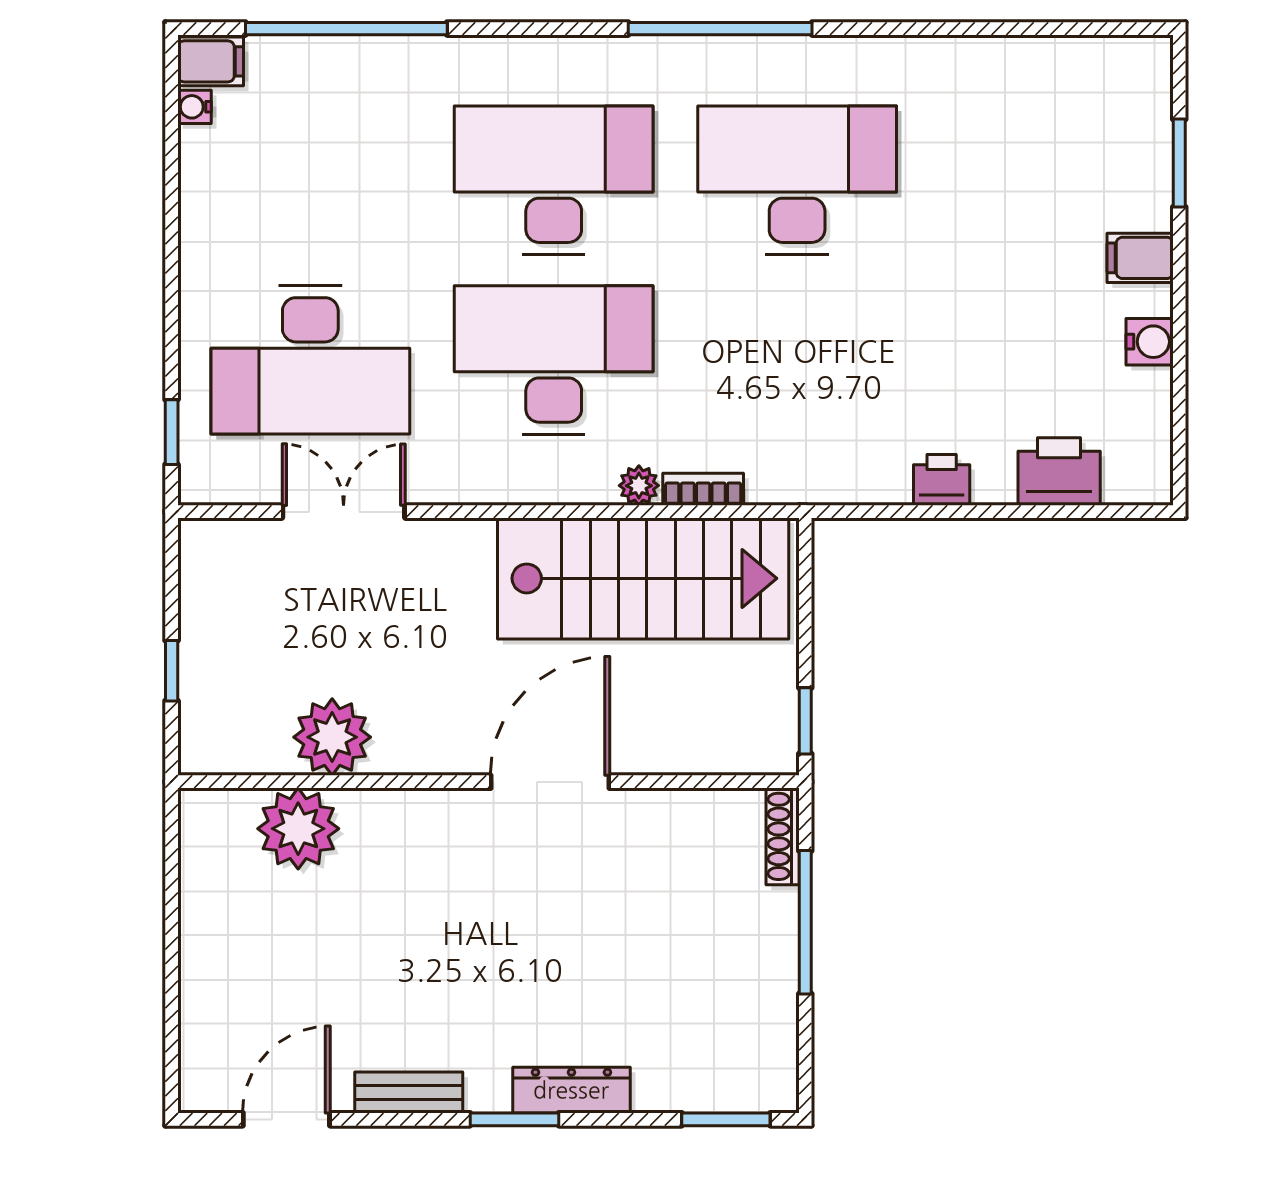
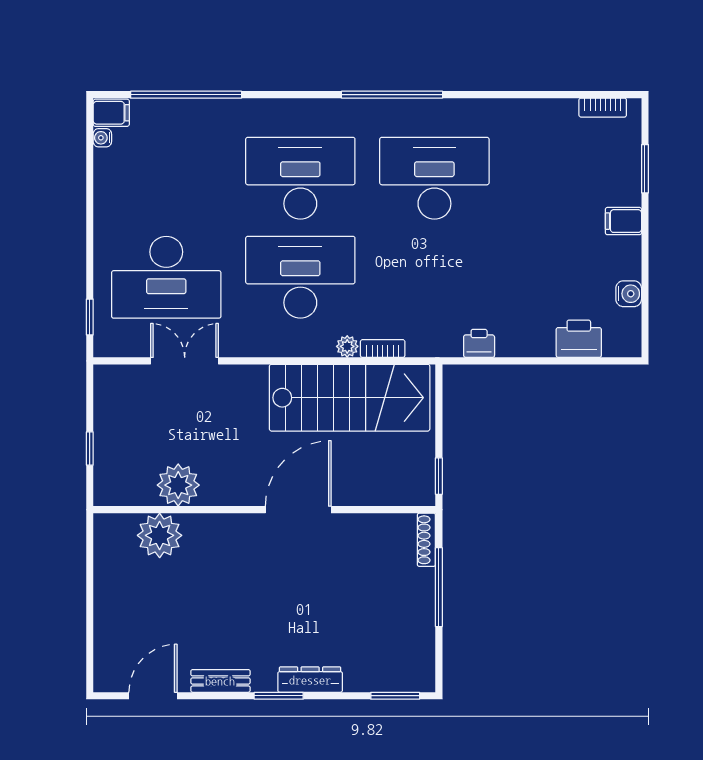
bookcase: (1102, 52) -> (603, 108), added
water cooler: (1150, 342) -> (629, 294), moved
printer: (942, 480) -> (479, 343), moved

